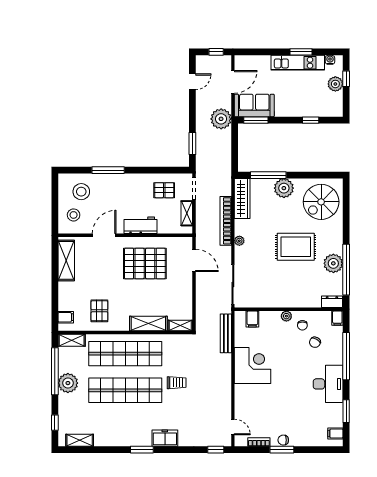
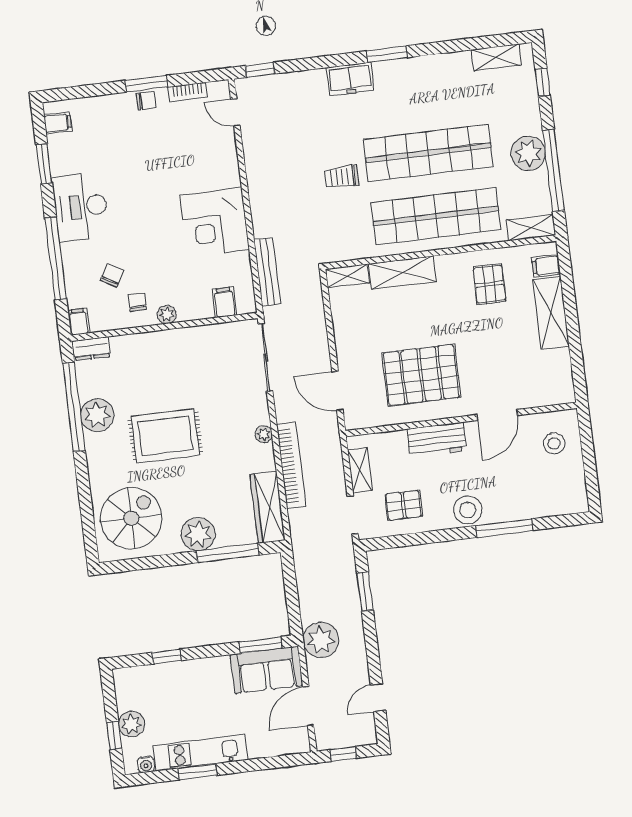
stool: (81, 192) -> (468, 510), moved
shelving: (66, 260) -> (551, 313), moved

